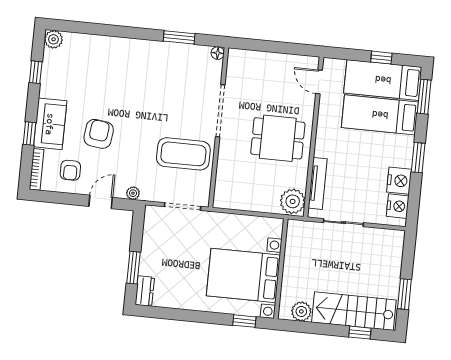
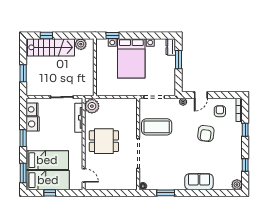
sofa: (50, 124) -> (199, 182), moved, turned 90
bed with nightstands: (243, 275) -> (131, 58), moved, turned 90
window: (404, 294) -> (23, 73), moved

